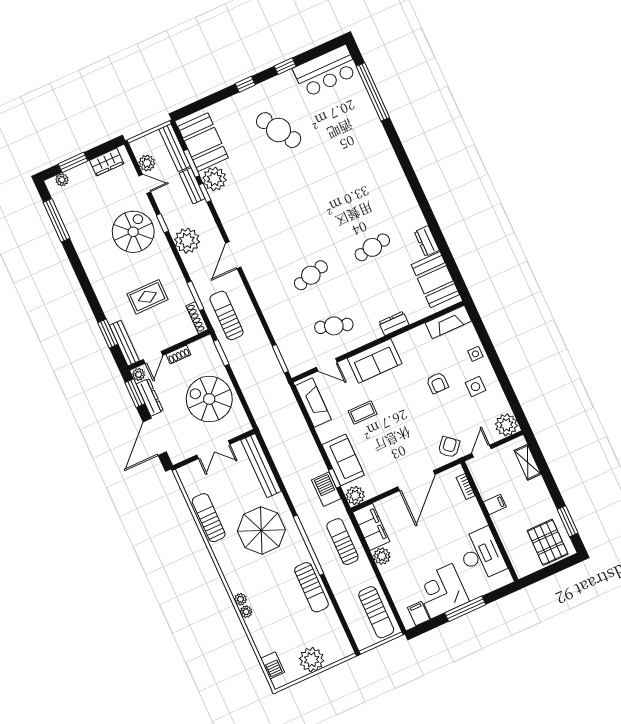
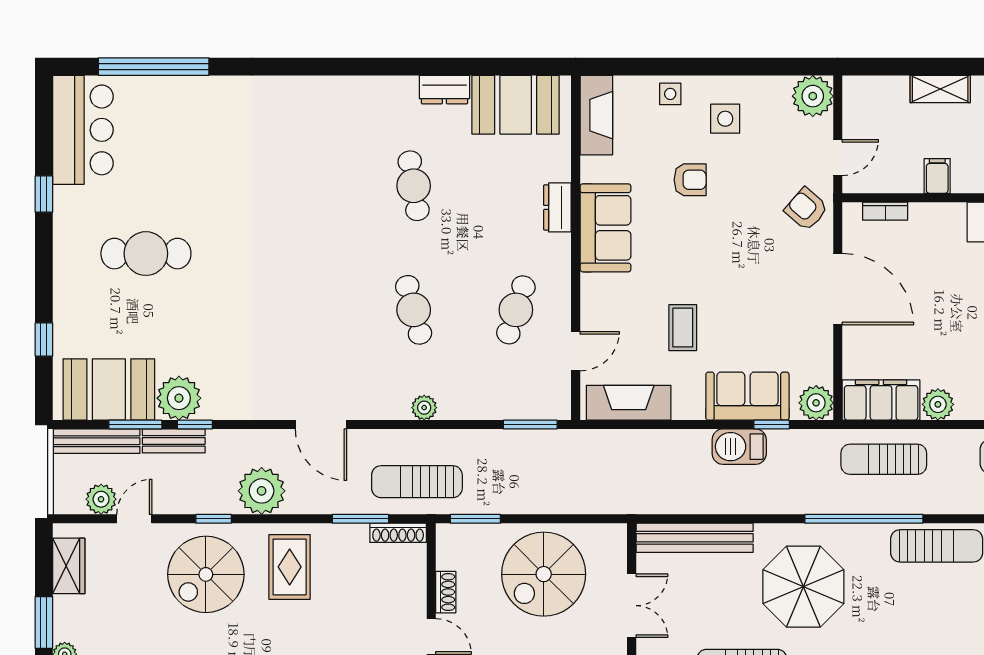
window: (245, 84) -> (44, 339), moved
cafe table: (279, 130) -> (146, 254), turned 32
spiral stairs: (133, 232) -> (206, 574), turned -90
rug: (147, 297) -> (290, 567), moved
plant: (265, 302) -> (424, 408), added
sofa: (375, 361) -> (605, 228), moved
door: (482, 451) -> (838, 158), swing flipped
shelving: (528, 462) -> (940, 89), moved
barbecue: (326, 489) -> (739, 447), moved

